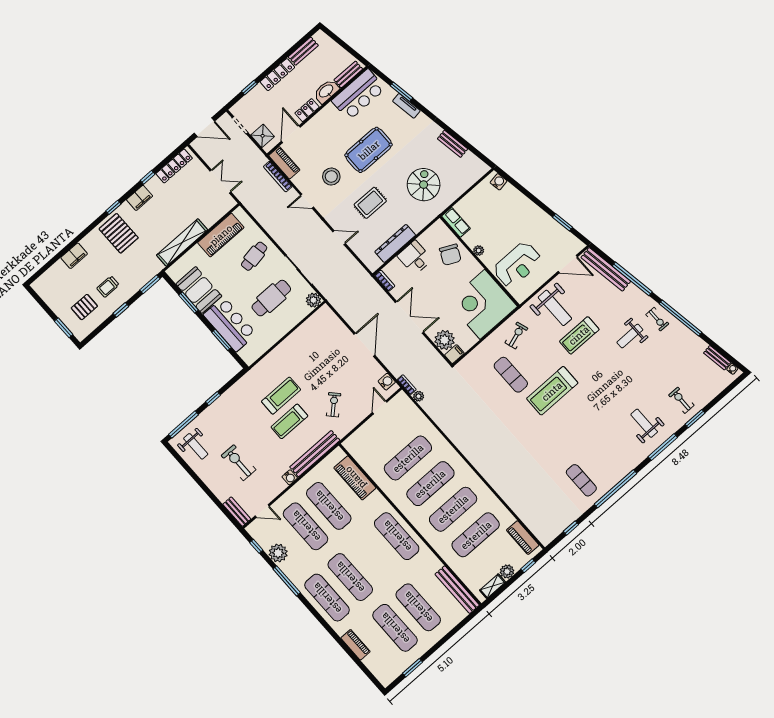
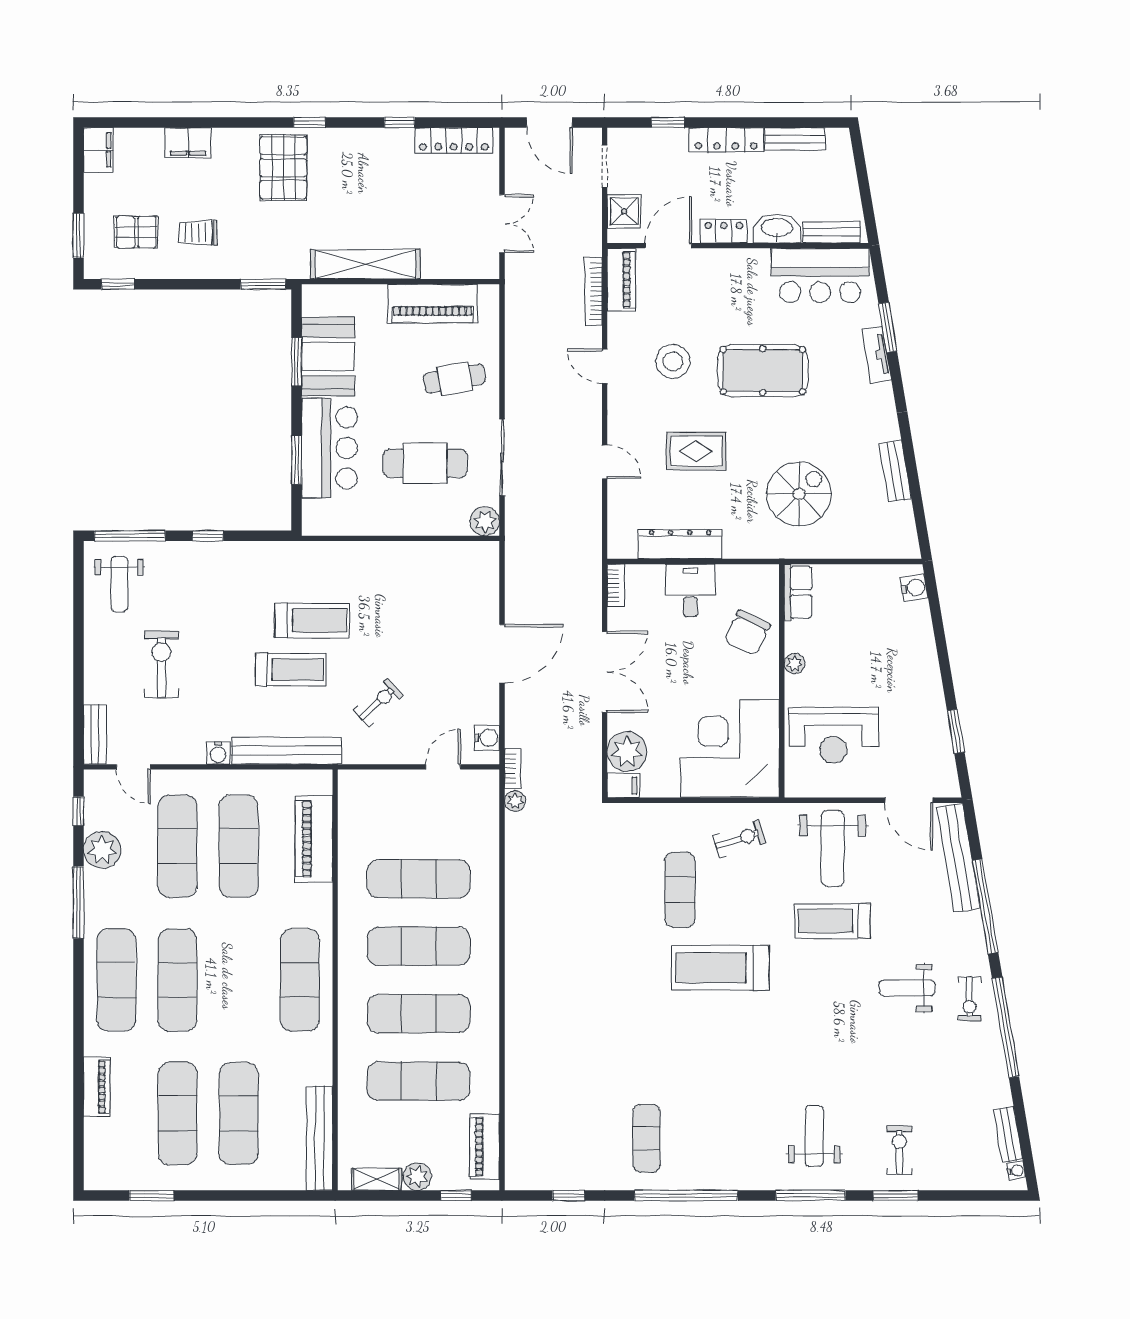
filing cabinet: (140, 198) -> (98, 150), moved, turned -90
window: (121, 310) -> (118, 284), moved
treadmill: (289, 421) -> (291, 670), turned 180

